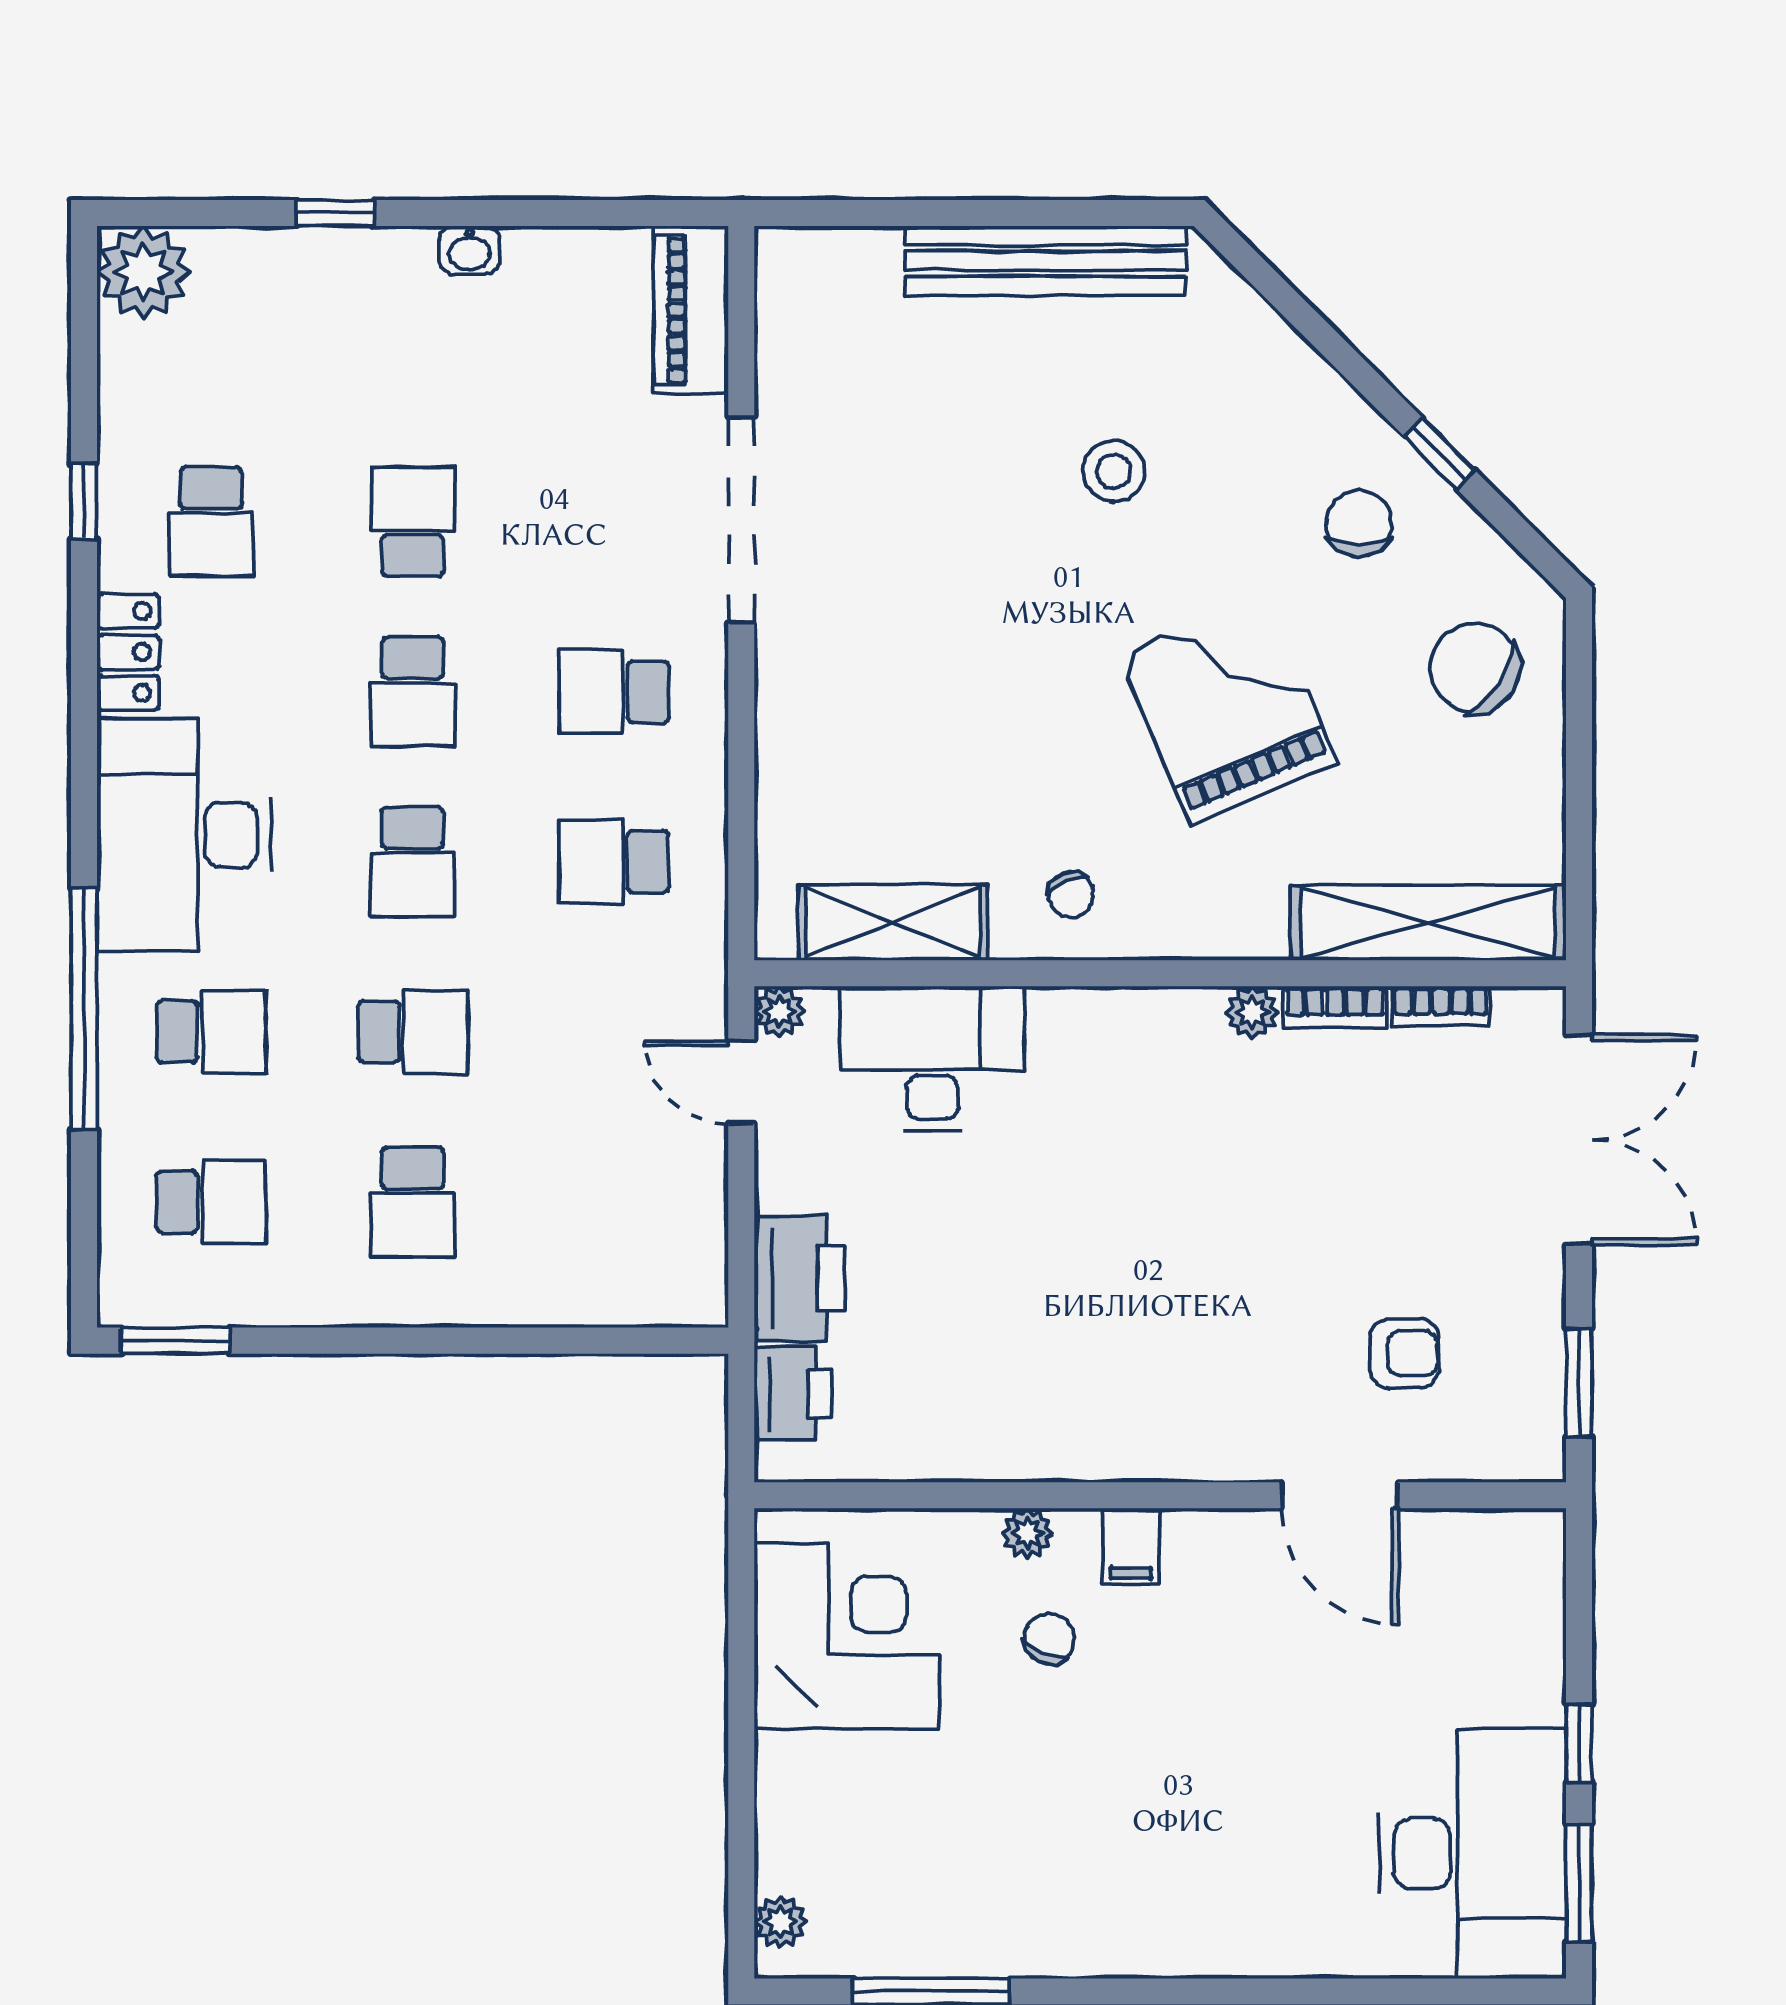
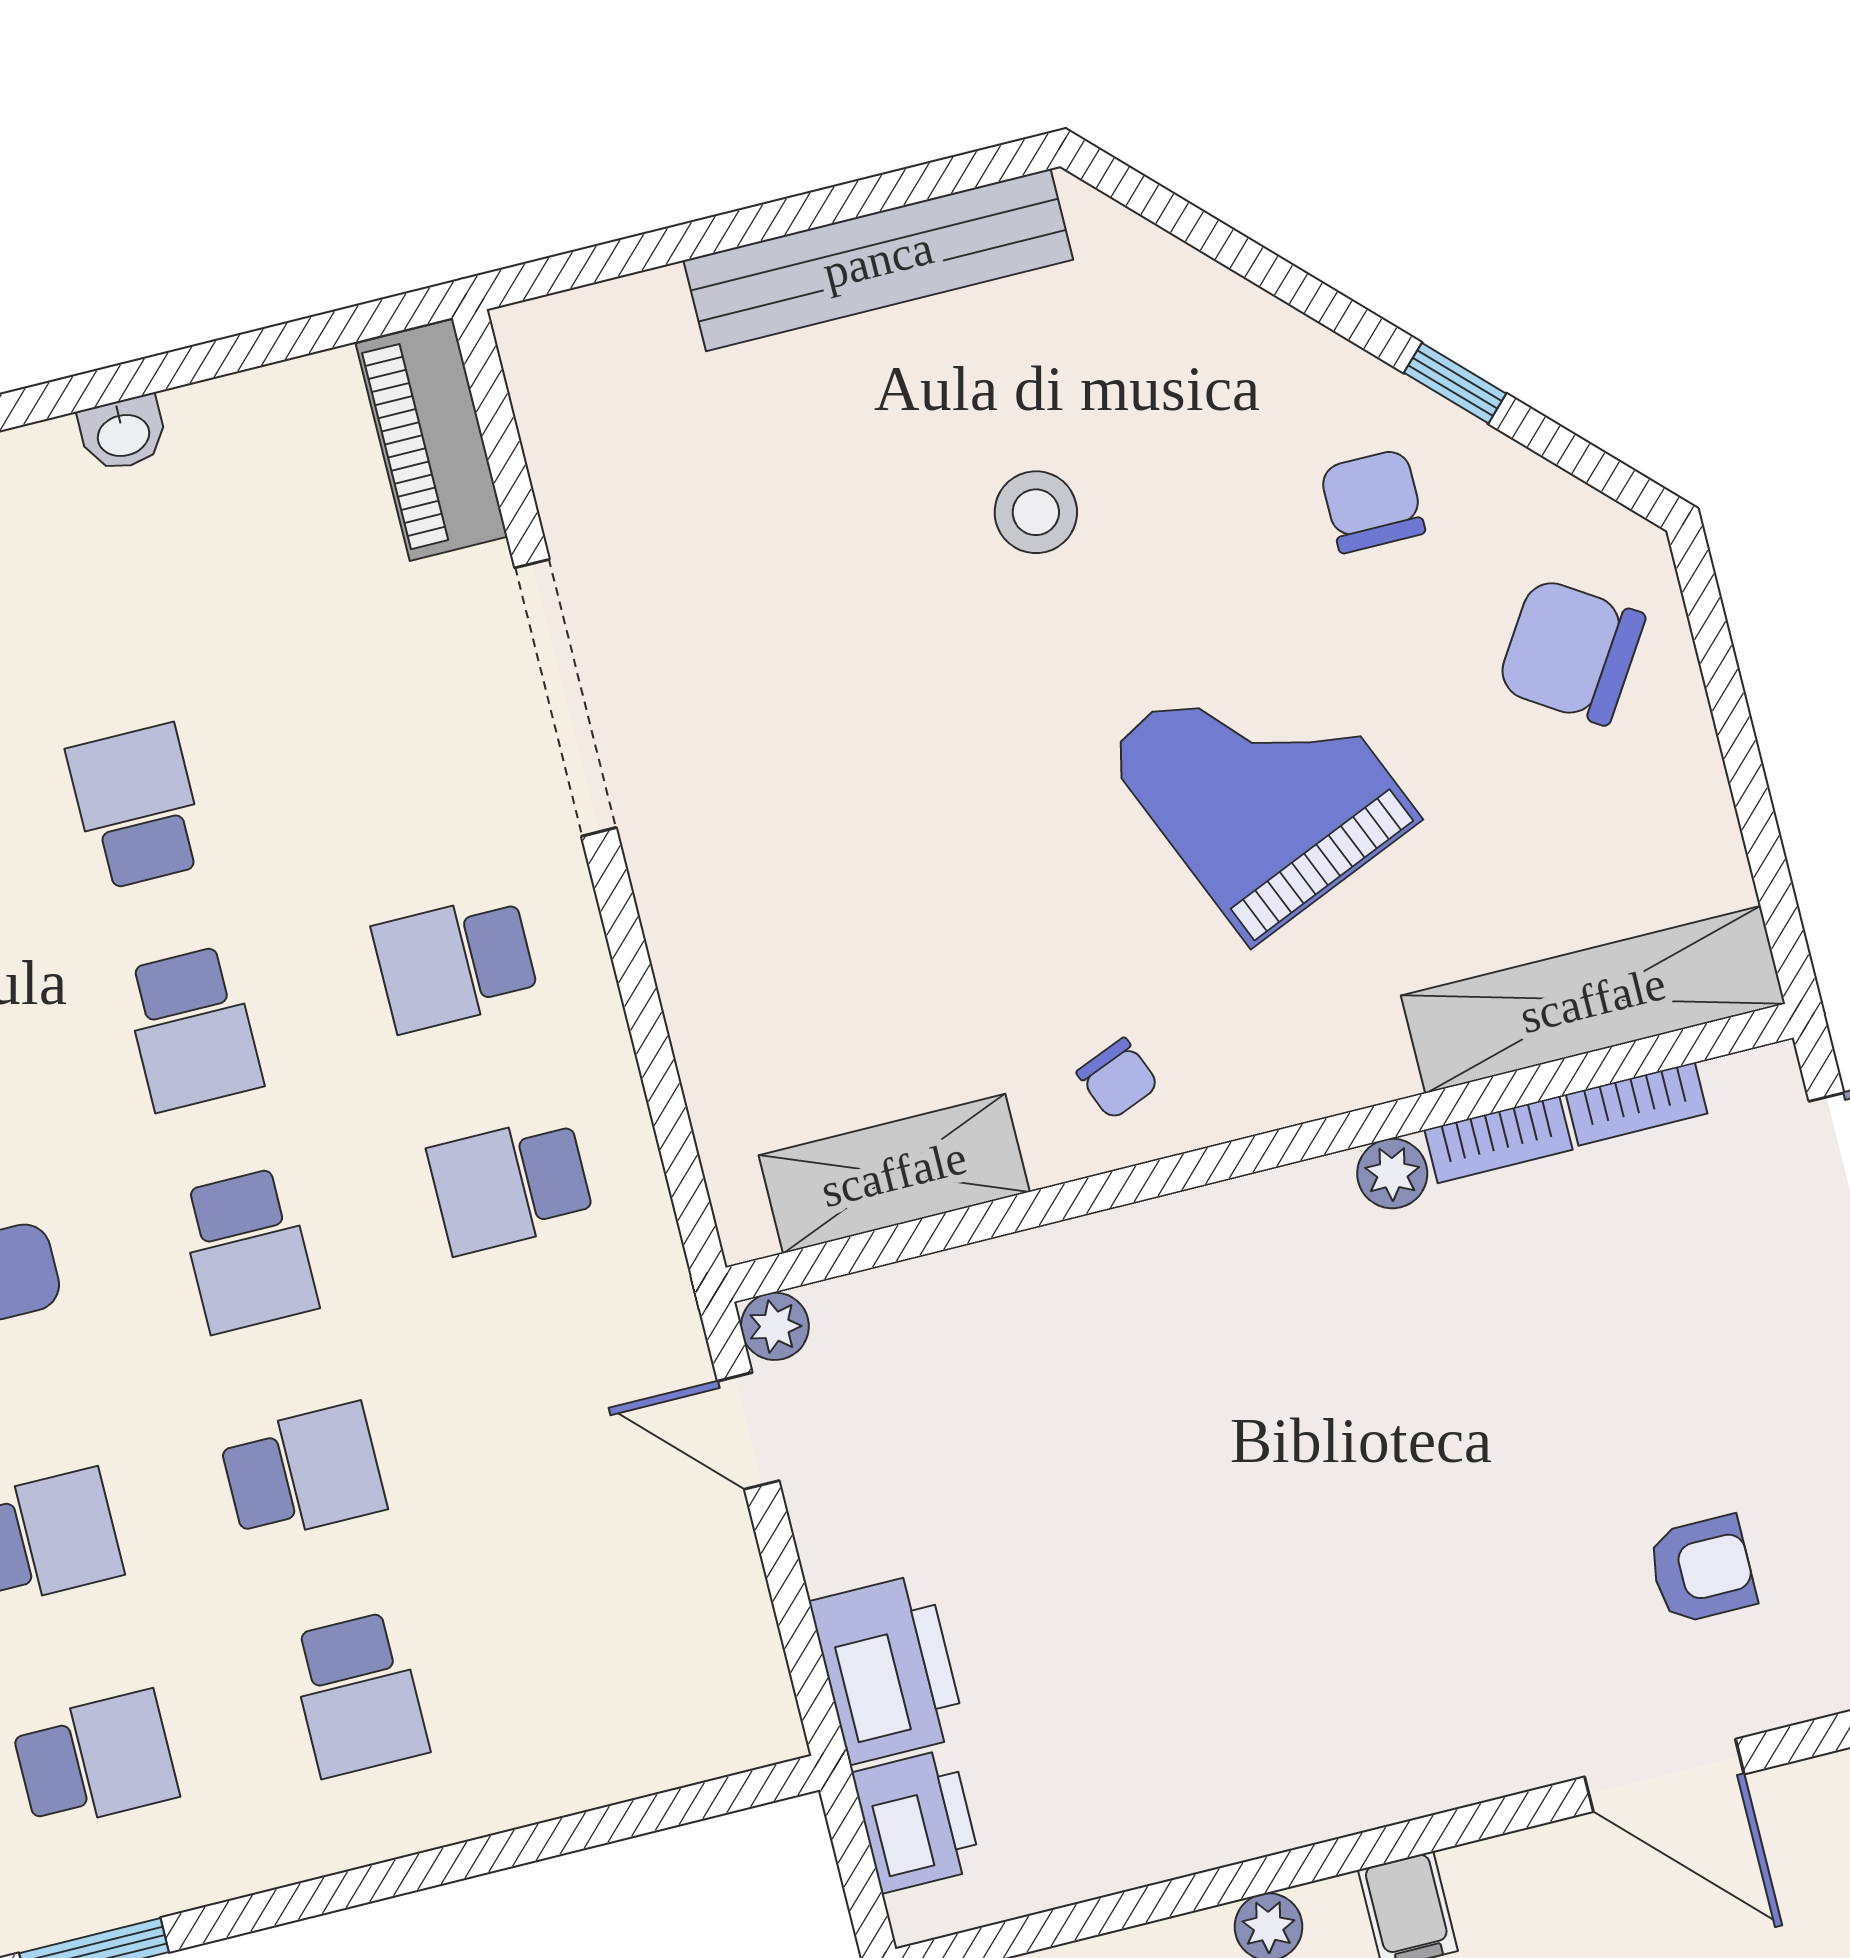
desk: (932, 1058) -> (990, 1338), removed

